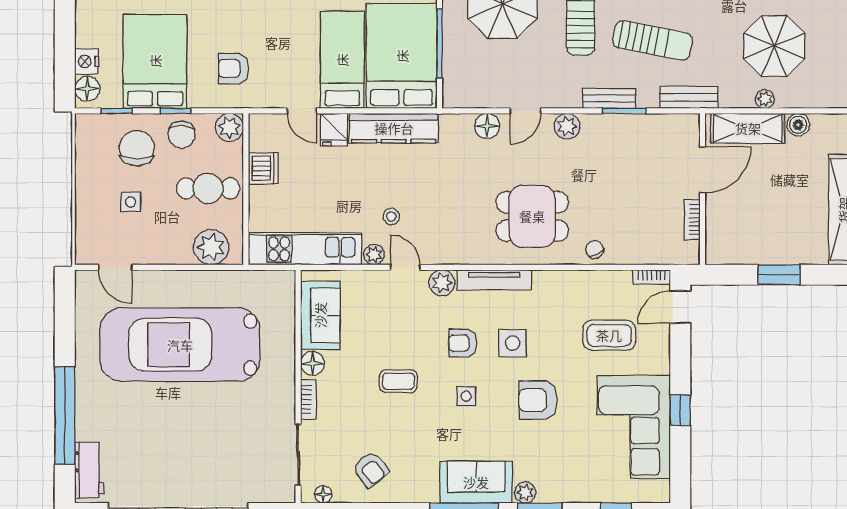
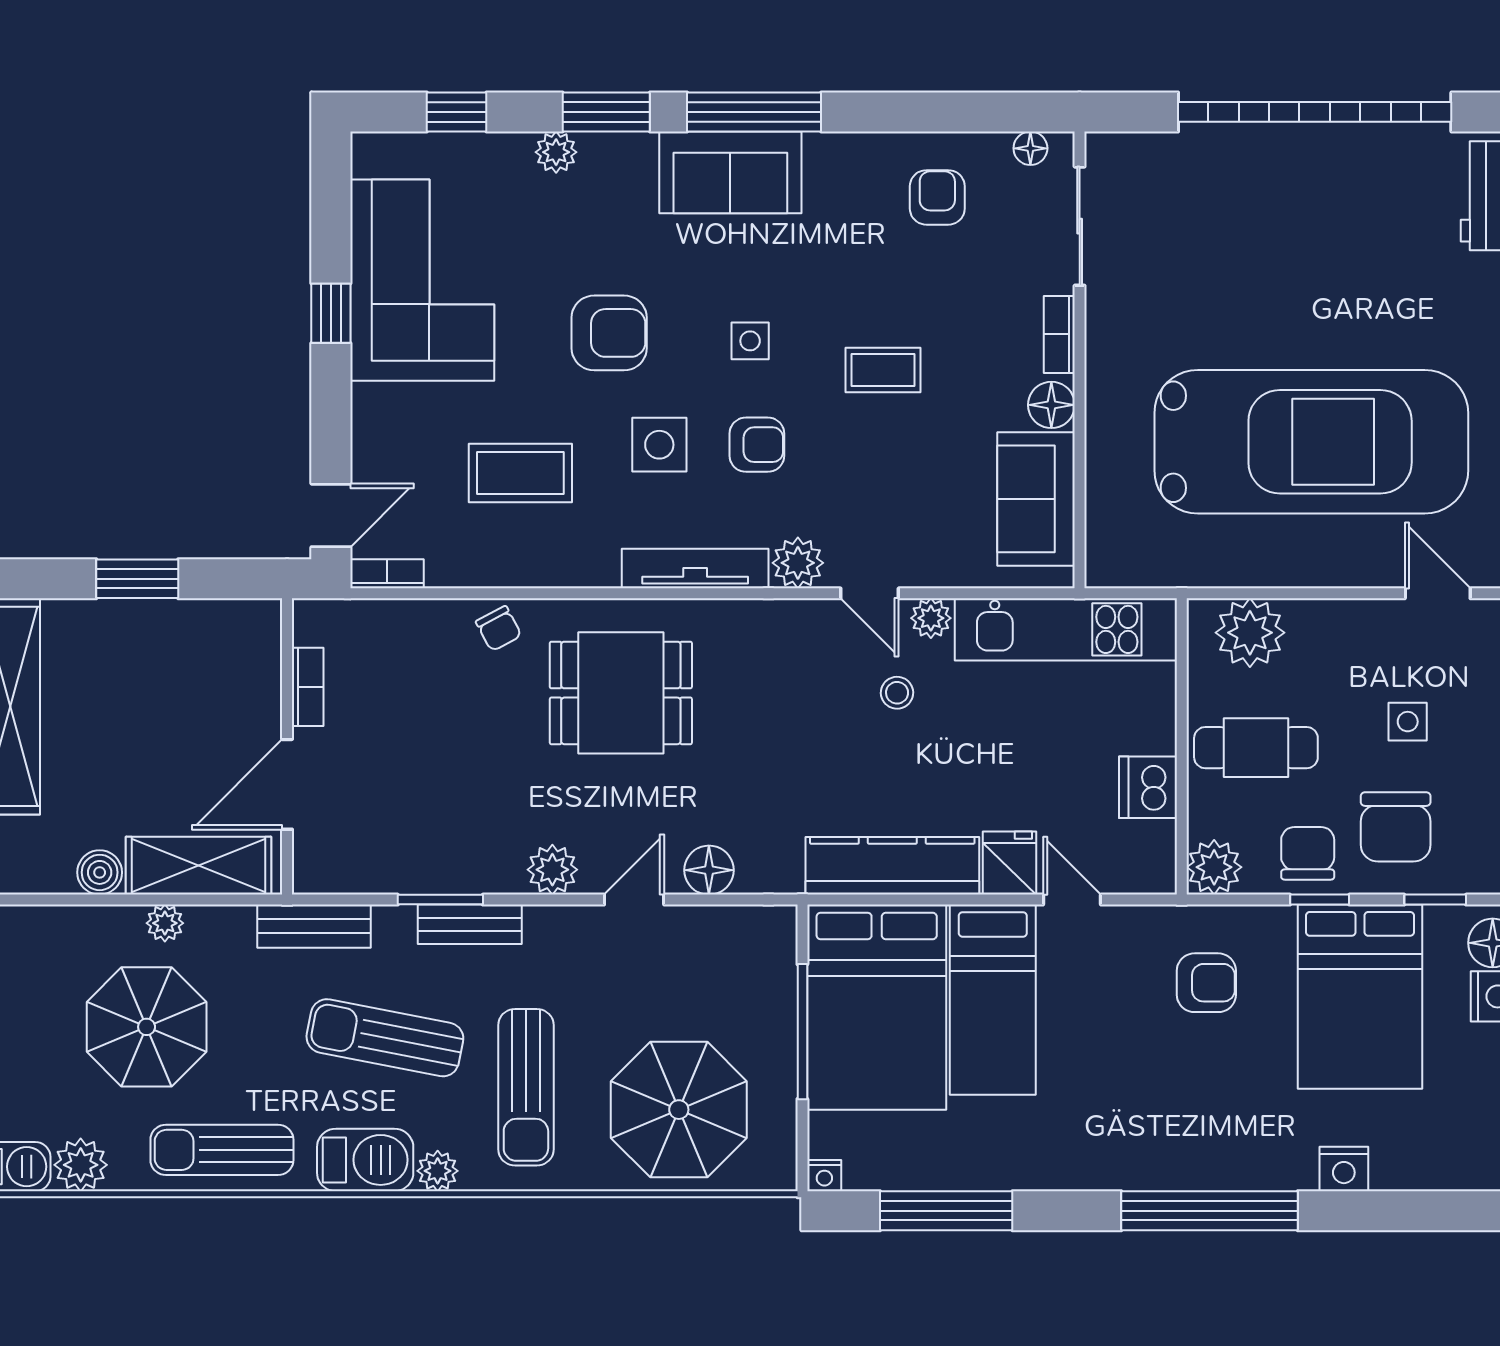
coffee table: (609, 335) -> (520, 473), moved
armchair: (371, 469) -> (937, 197), turned 39
plant: (525, 492) -> (556, 152), moved

